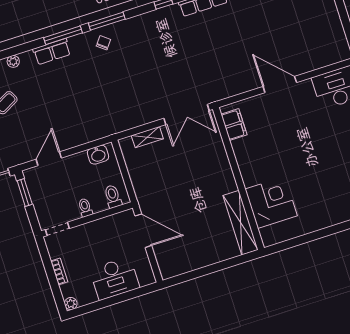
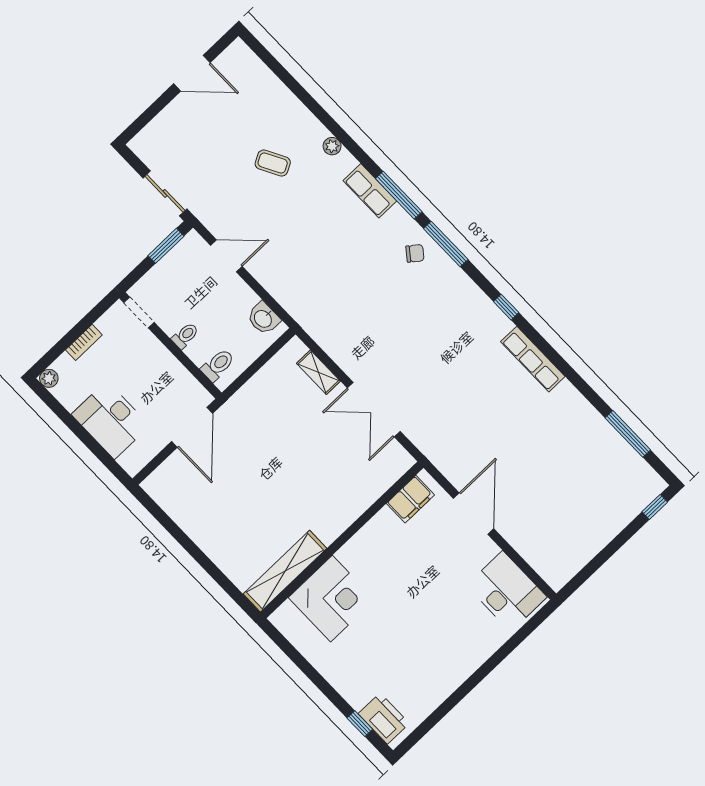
filing cabinet: (234, 125) -> (410, 499), moved
wall: (238, 179) -> (342, 540), moved
corner desk: (271, 202) -> (332, 599), moved
shelving: (241, 223) -> (285, 571), moved

